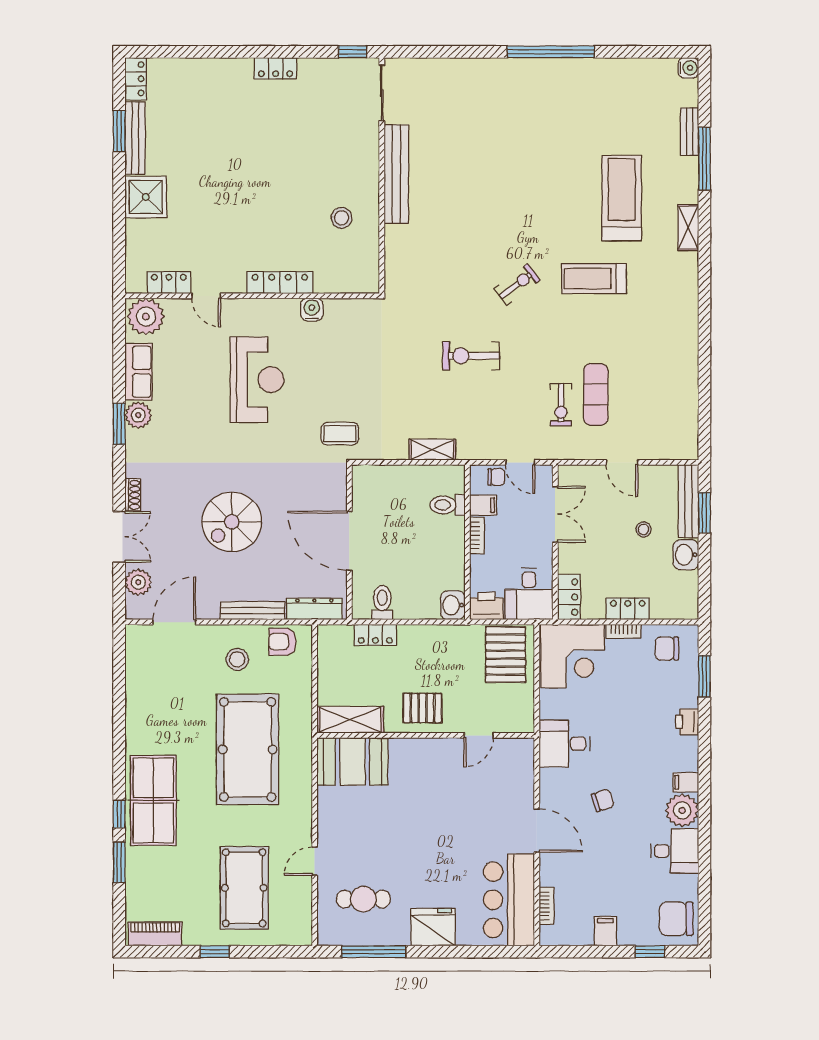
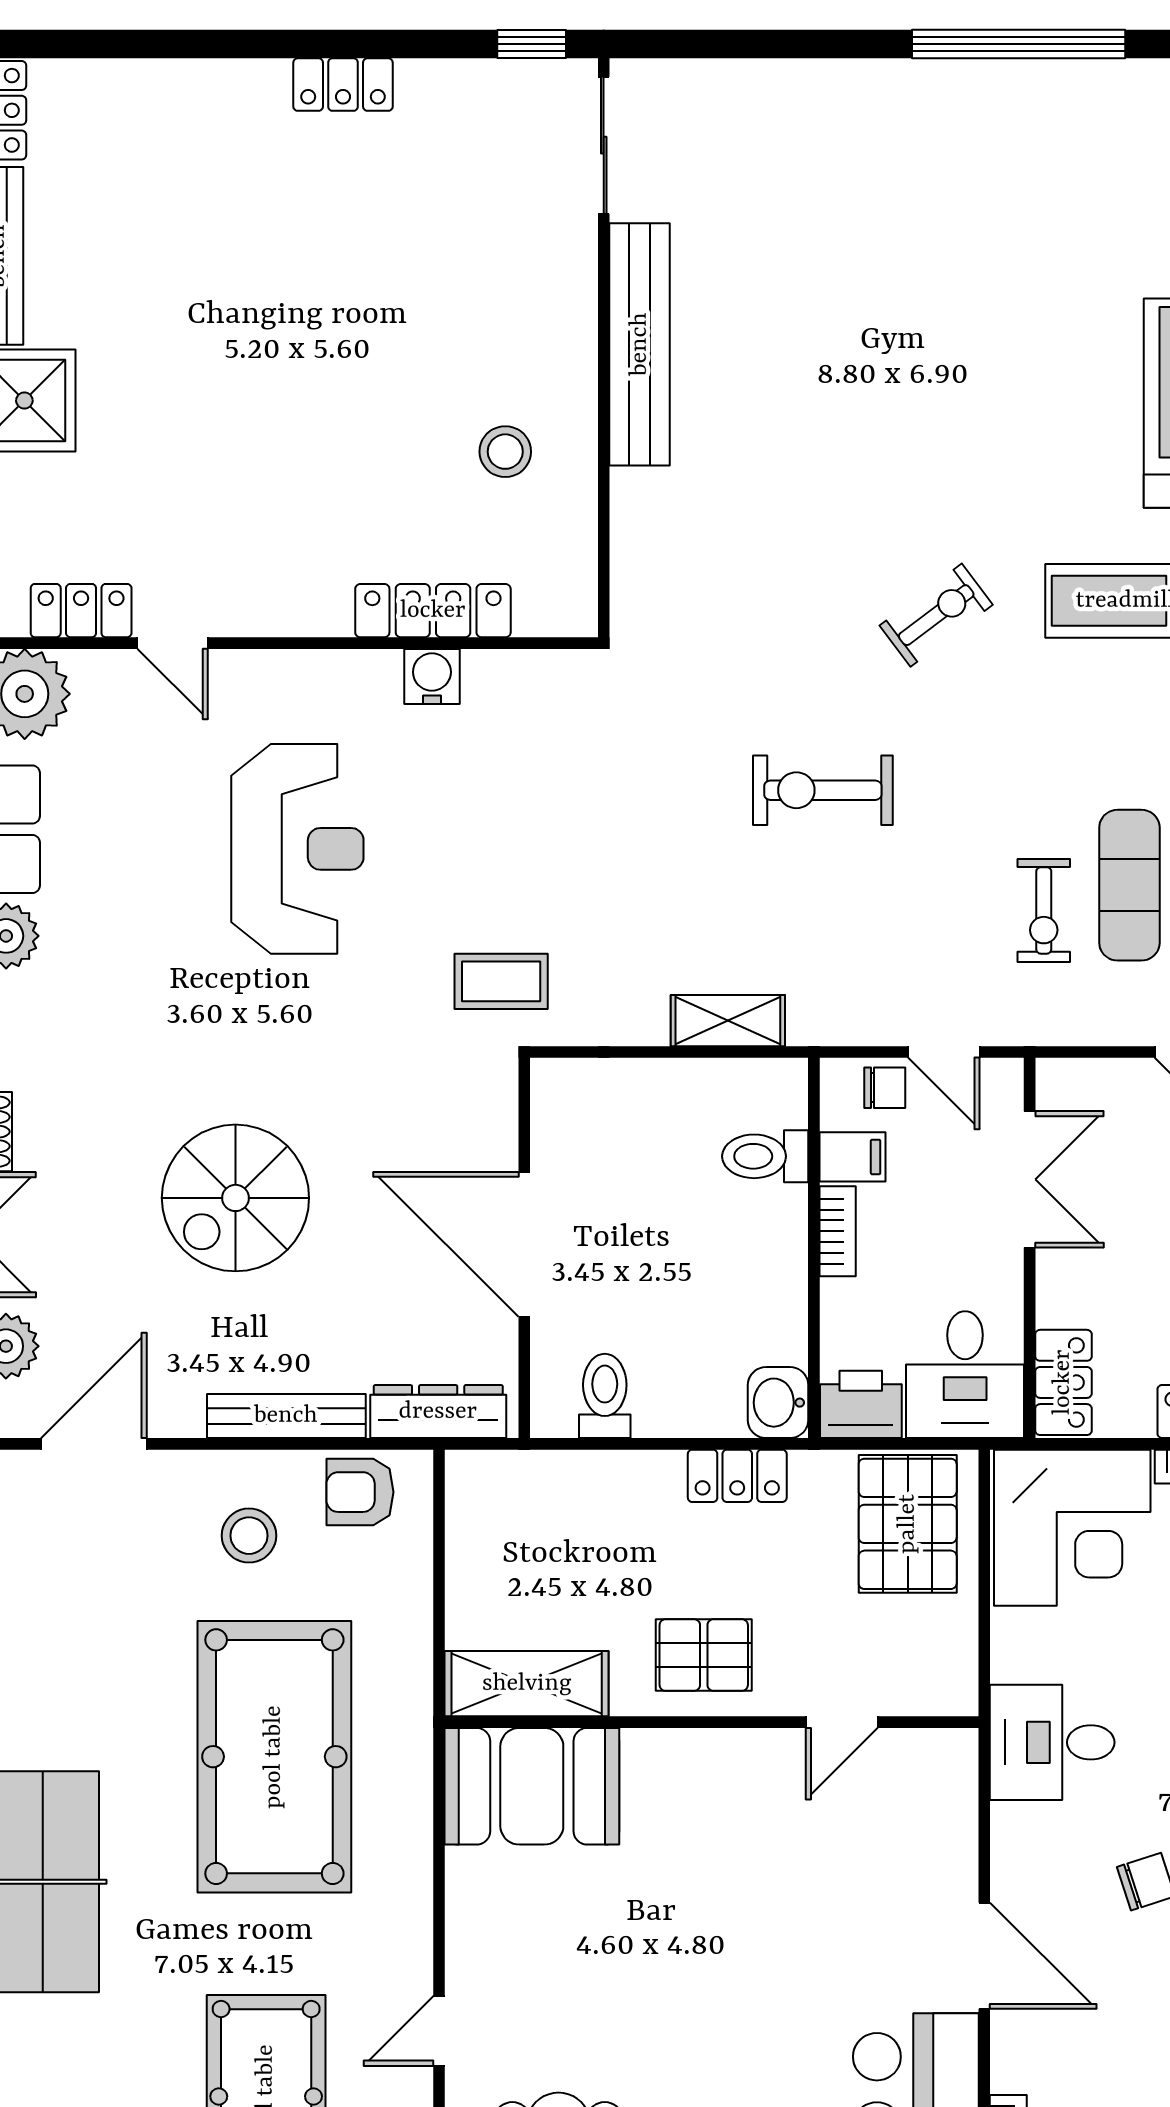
locker: (280, 283) -> (433, 611), moved
locker: (375, 635) -> (737, 1476), moved

